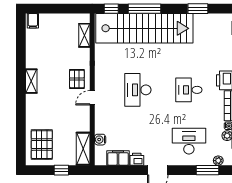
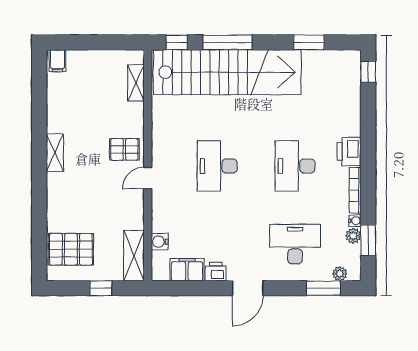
pallet: (77, 79) -> (124, 149), turned 90
desk: (189, 90) -> (295, 166), width x1.37
pallet: (42, 145) -> (71, 249), turned 90

